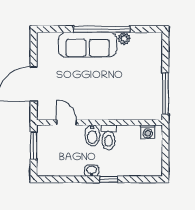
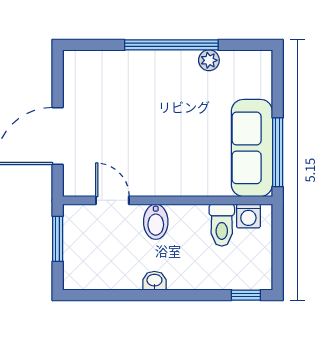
sofa: (88, 45) -> (252, 148), moved, turned 90
toilet: (108, 137) -> (222, 225), moved
window: (109, 179) -> (246, 295), moved

